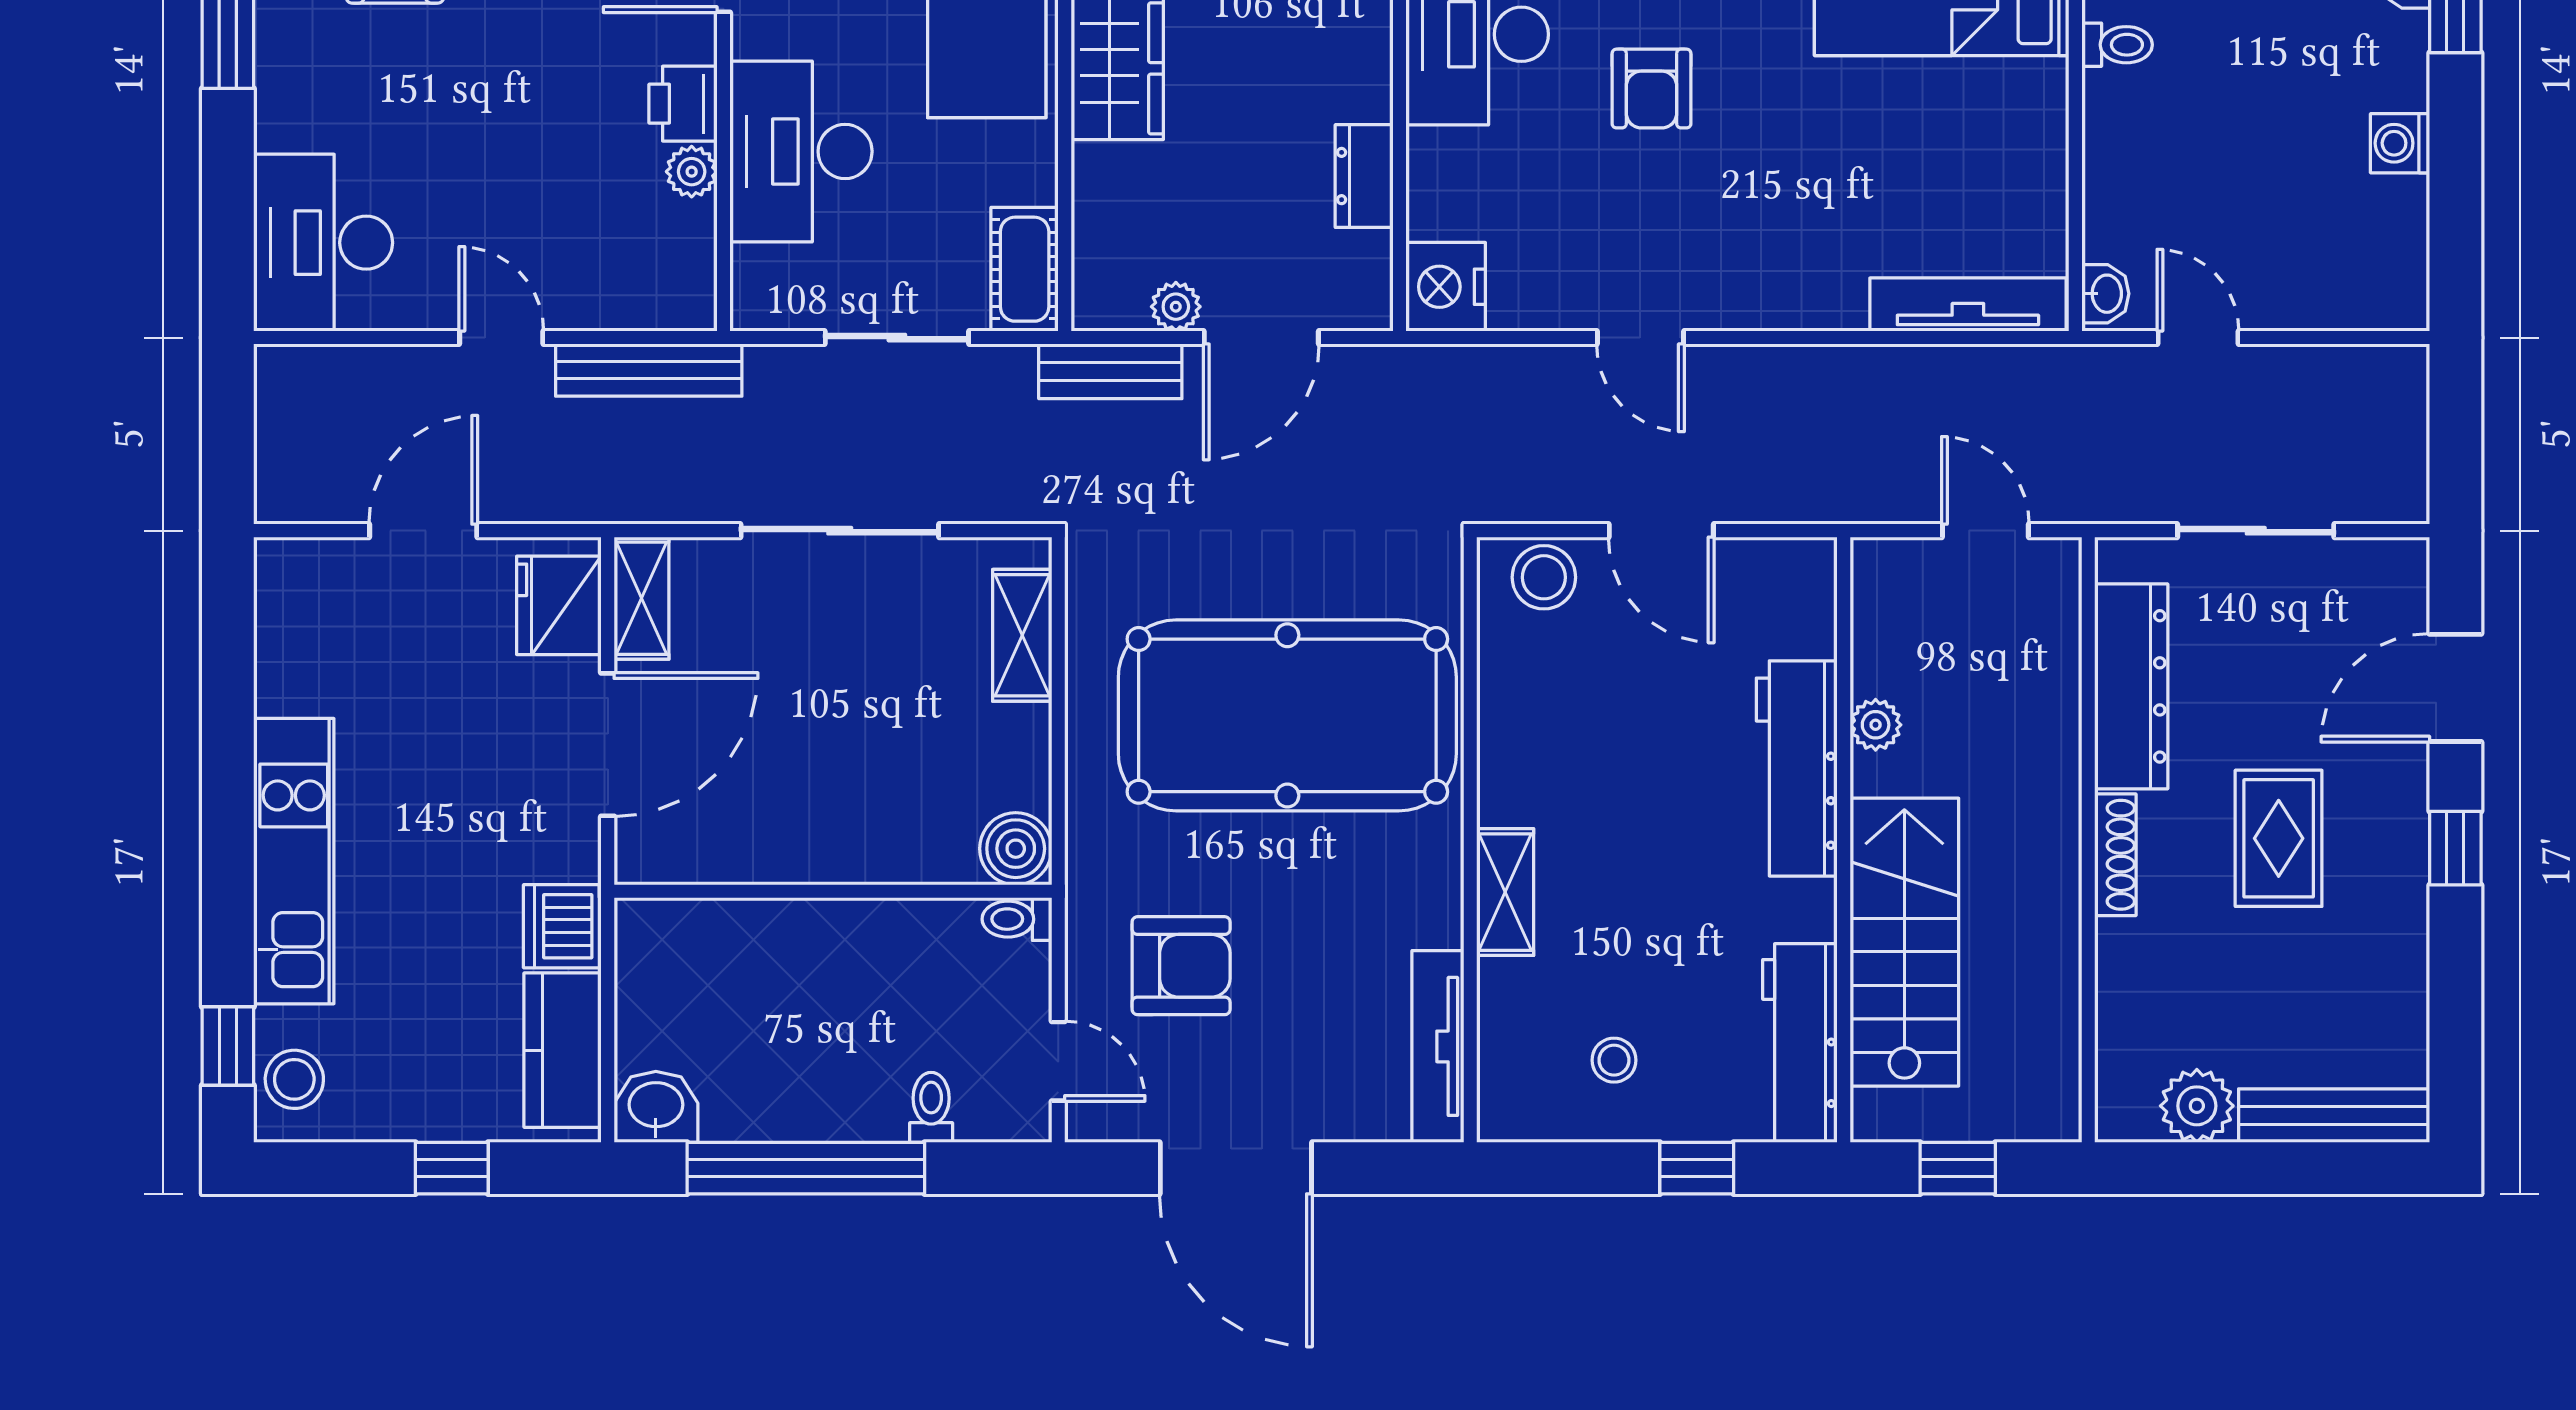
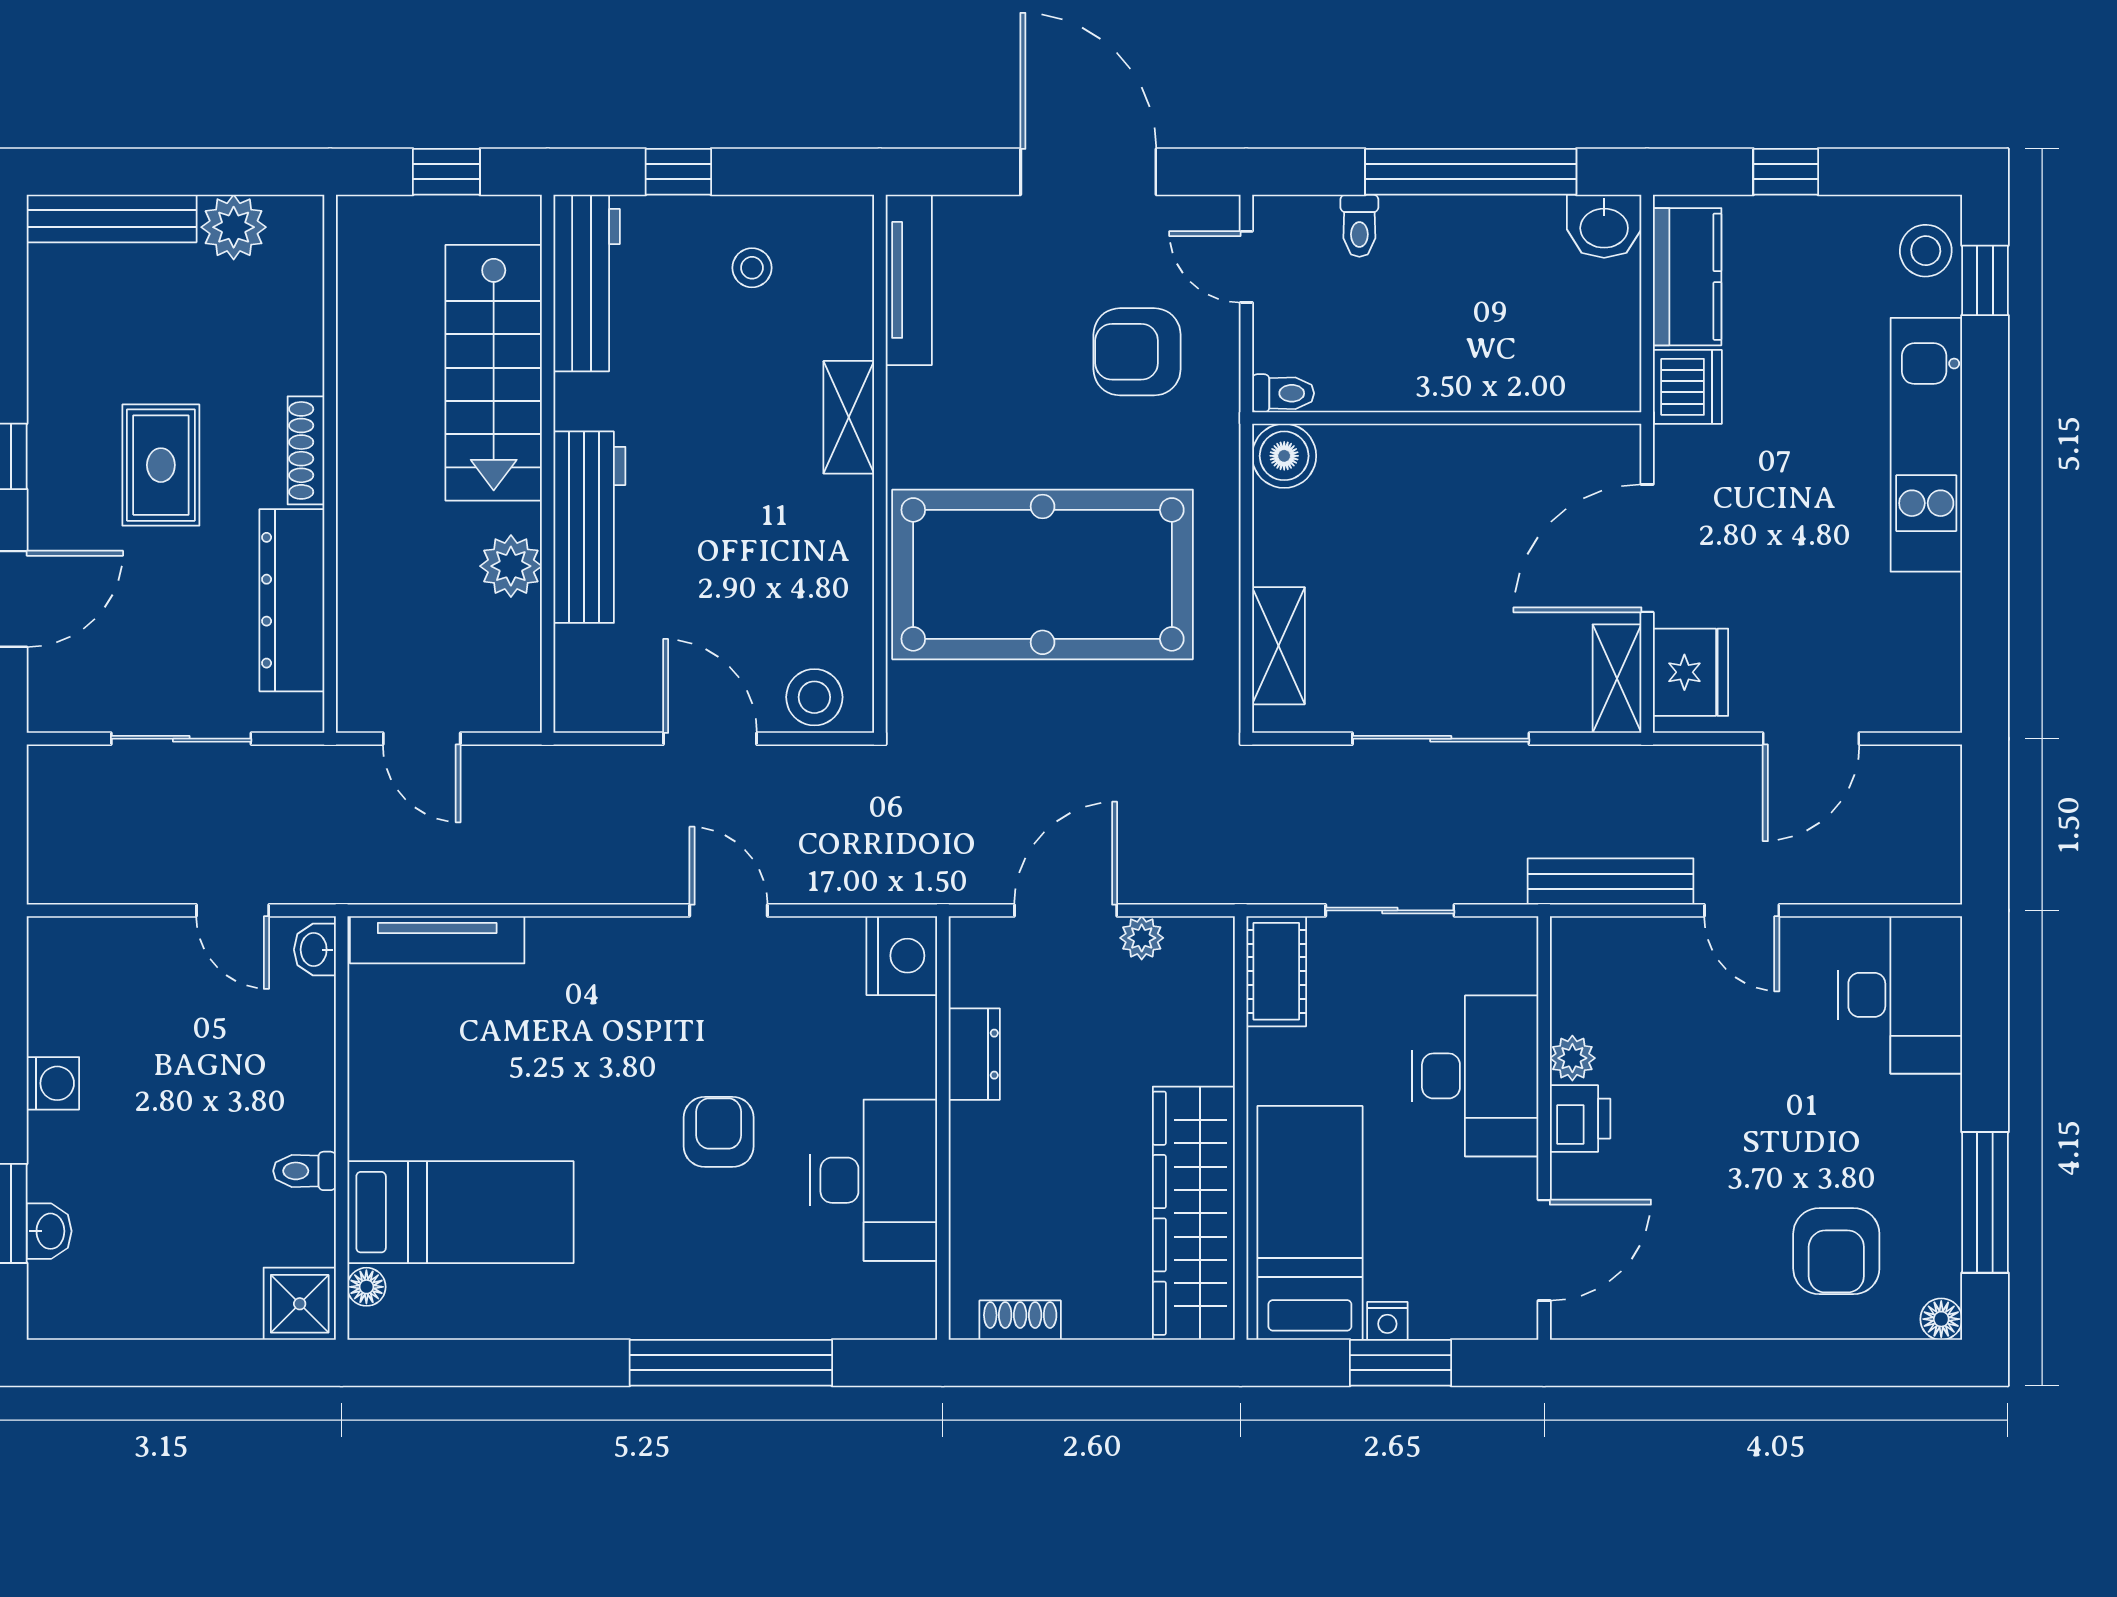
bench: (1110, 371) -> (1200, 880), removed
plant: (1876, 725) -> (511, 566), width x1.38, depth x1.38

